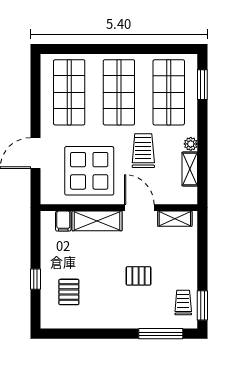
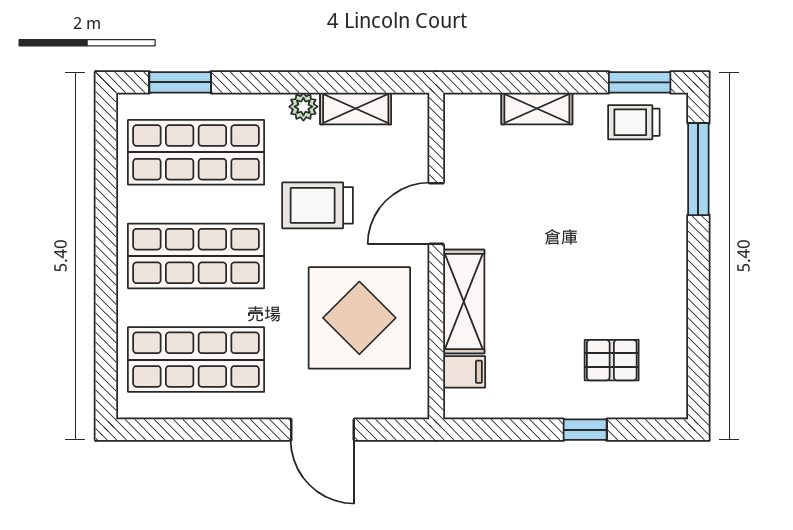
shelving: (175, 219) -> (537, 108), moved, turned 90
pallet: (139, 276) -> (578, 215), removed

